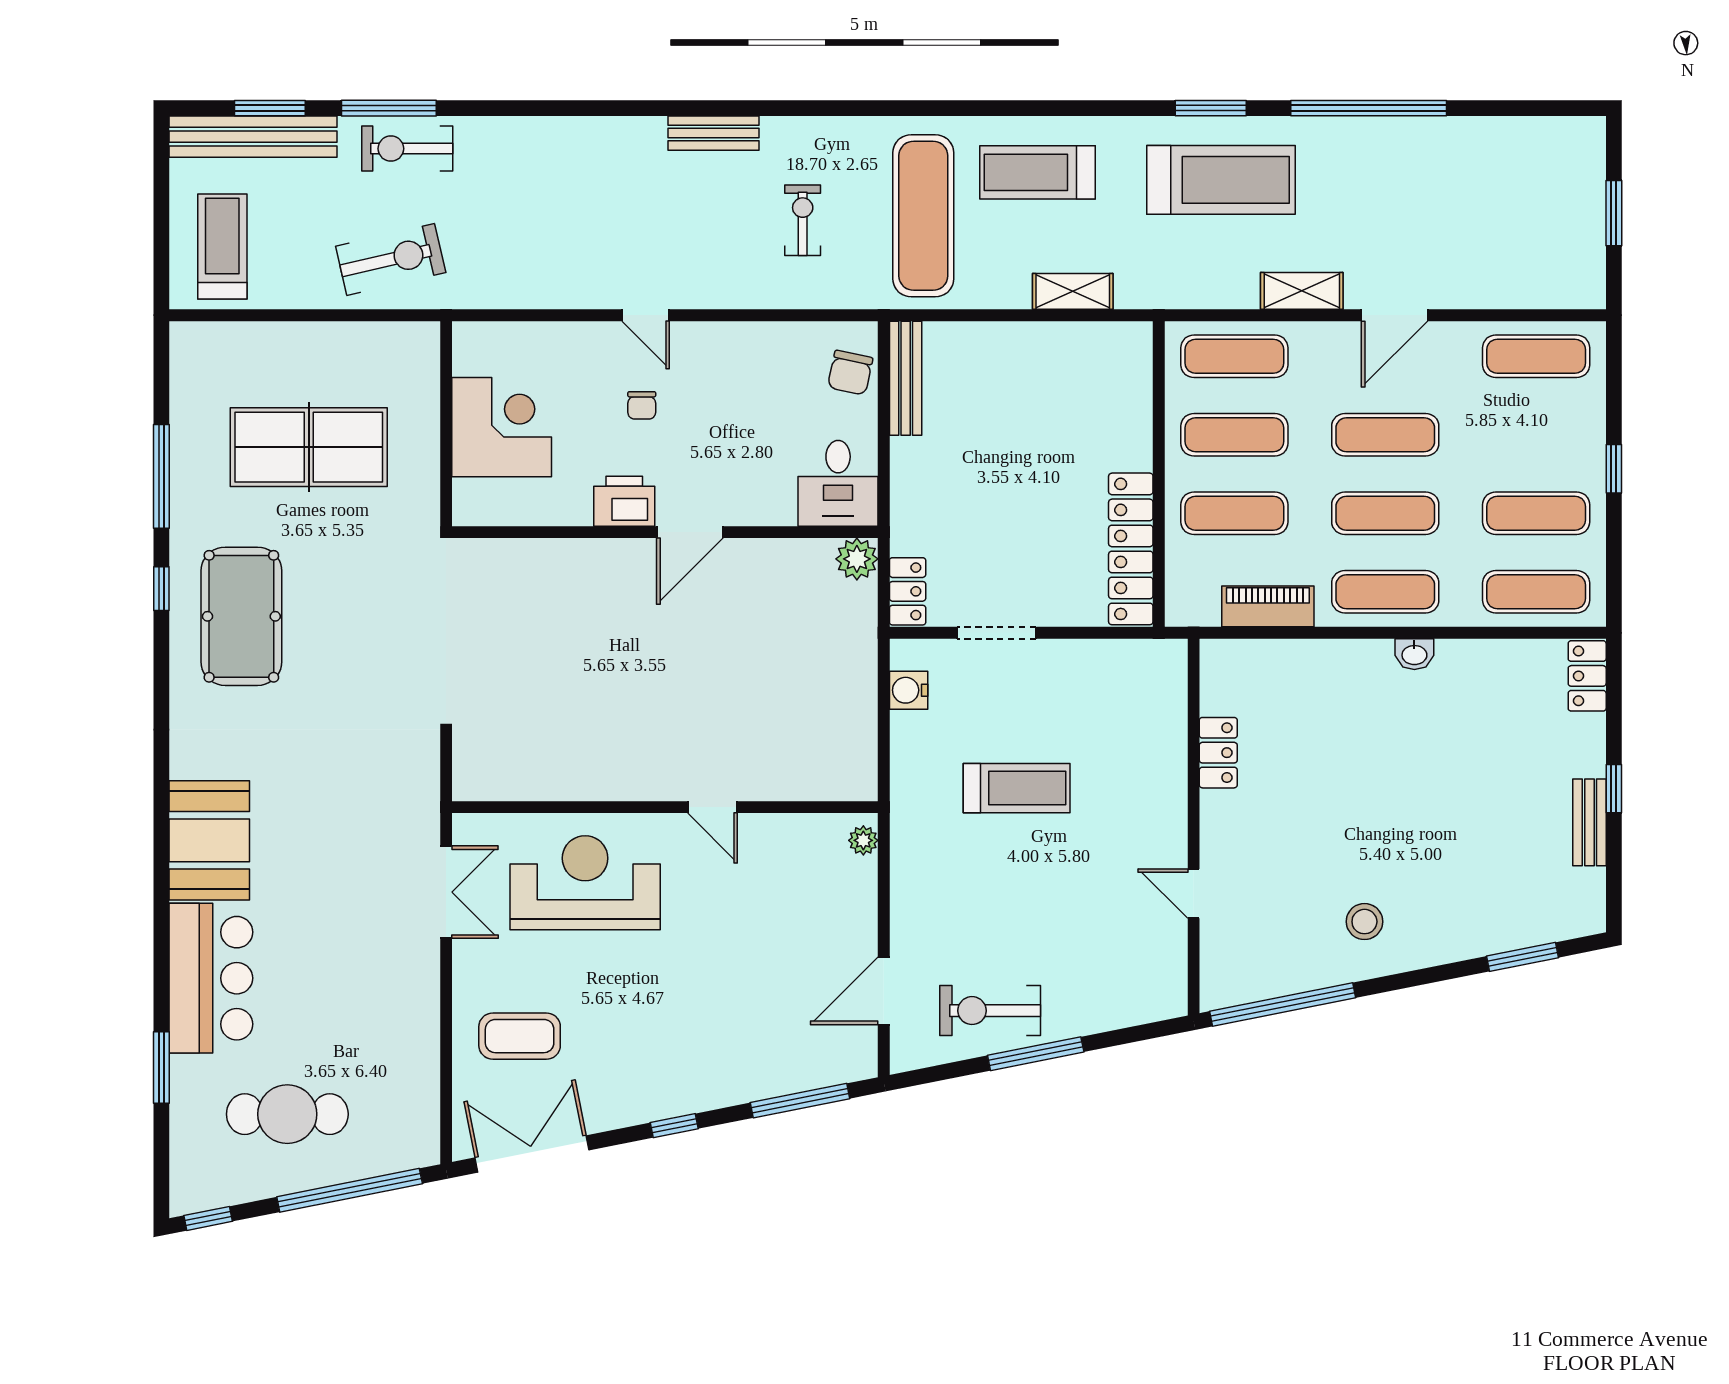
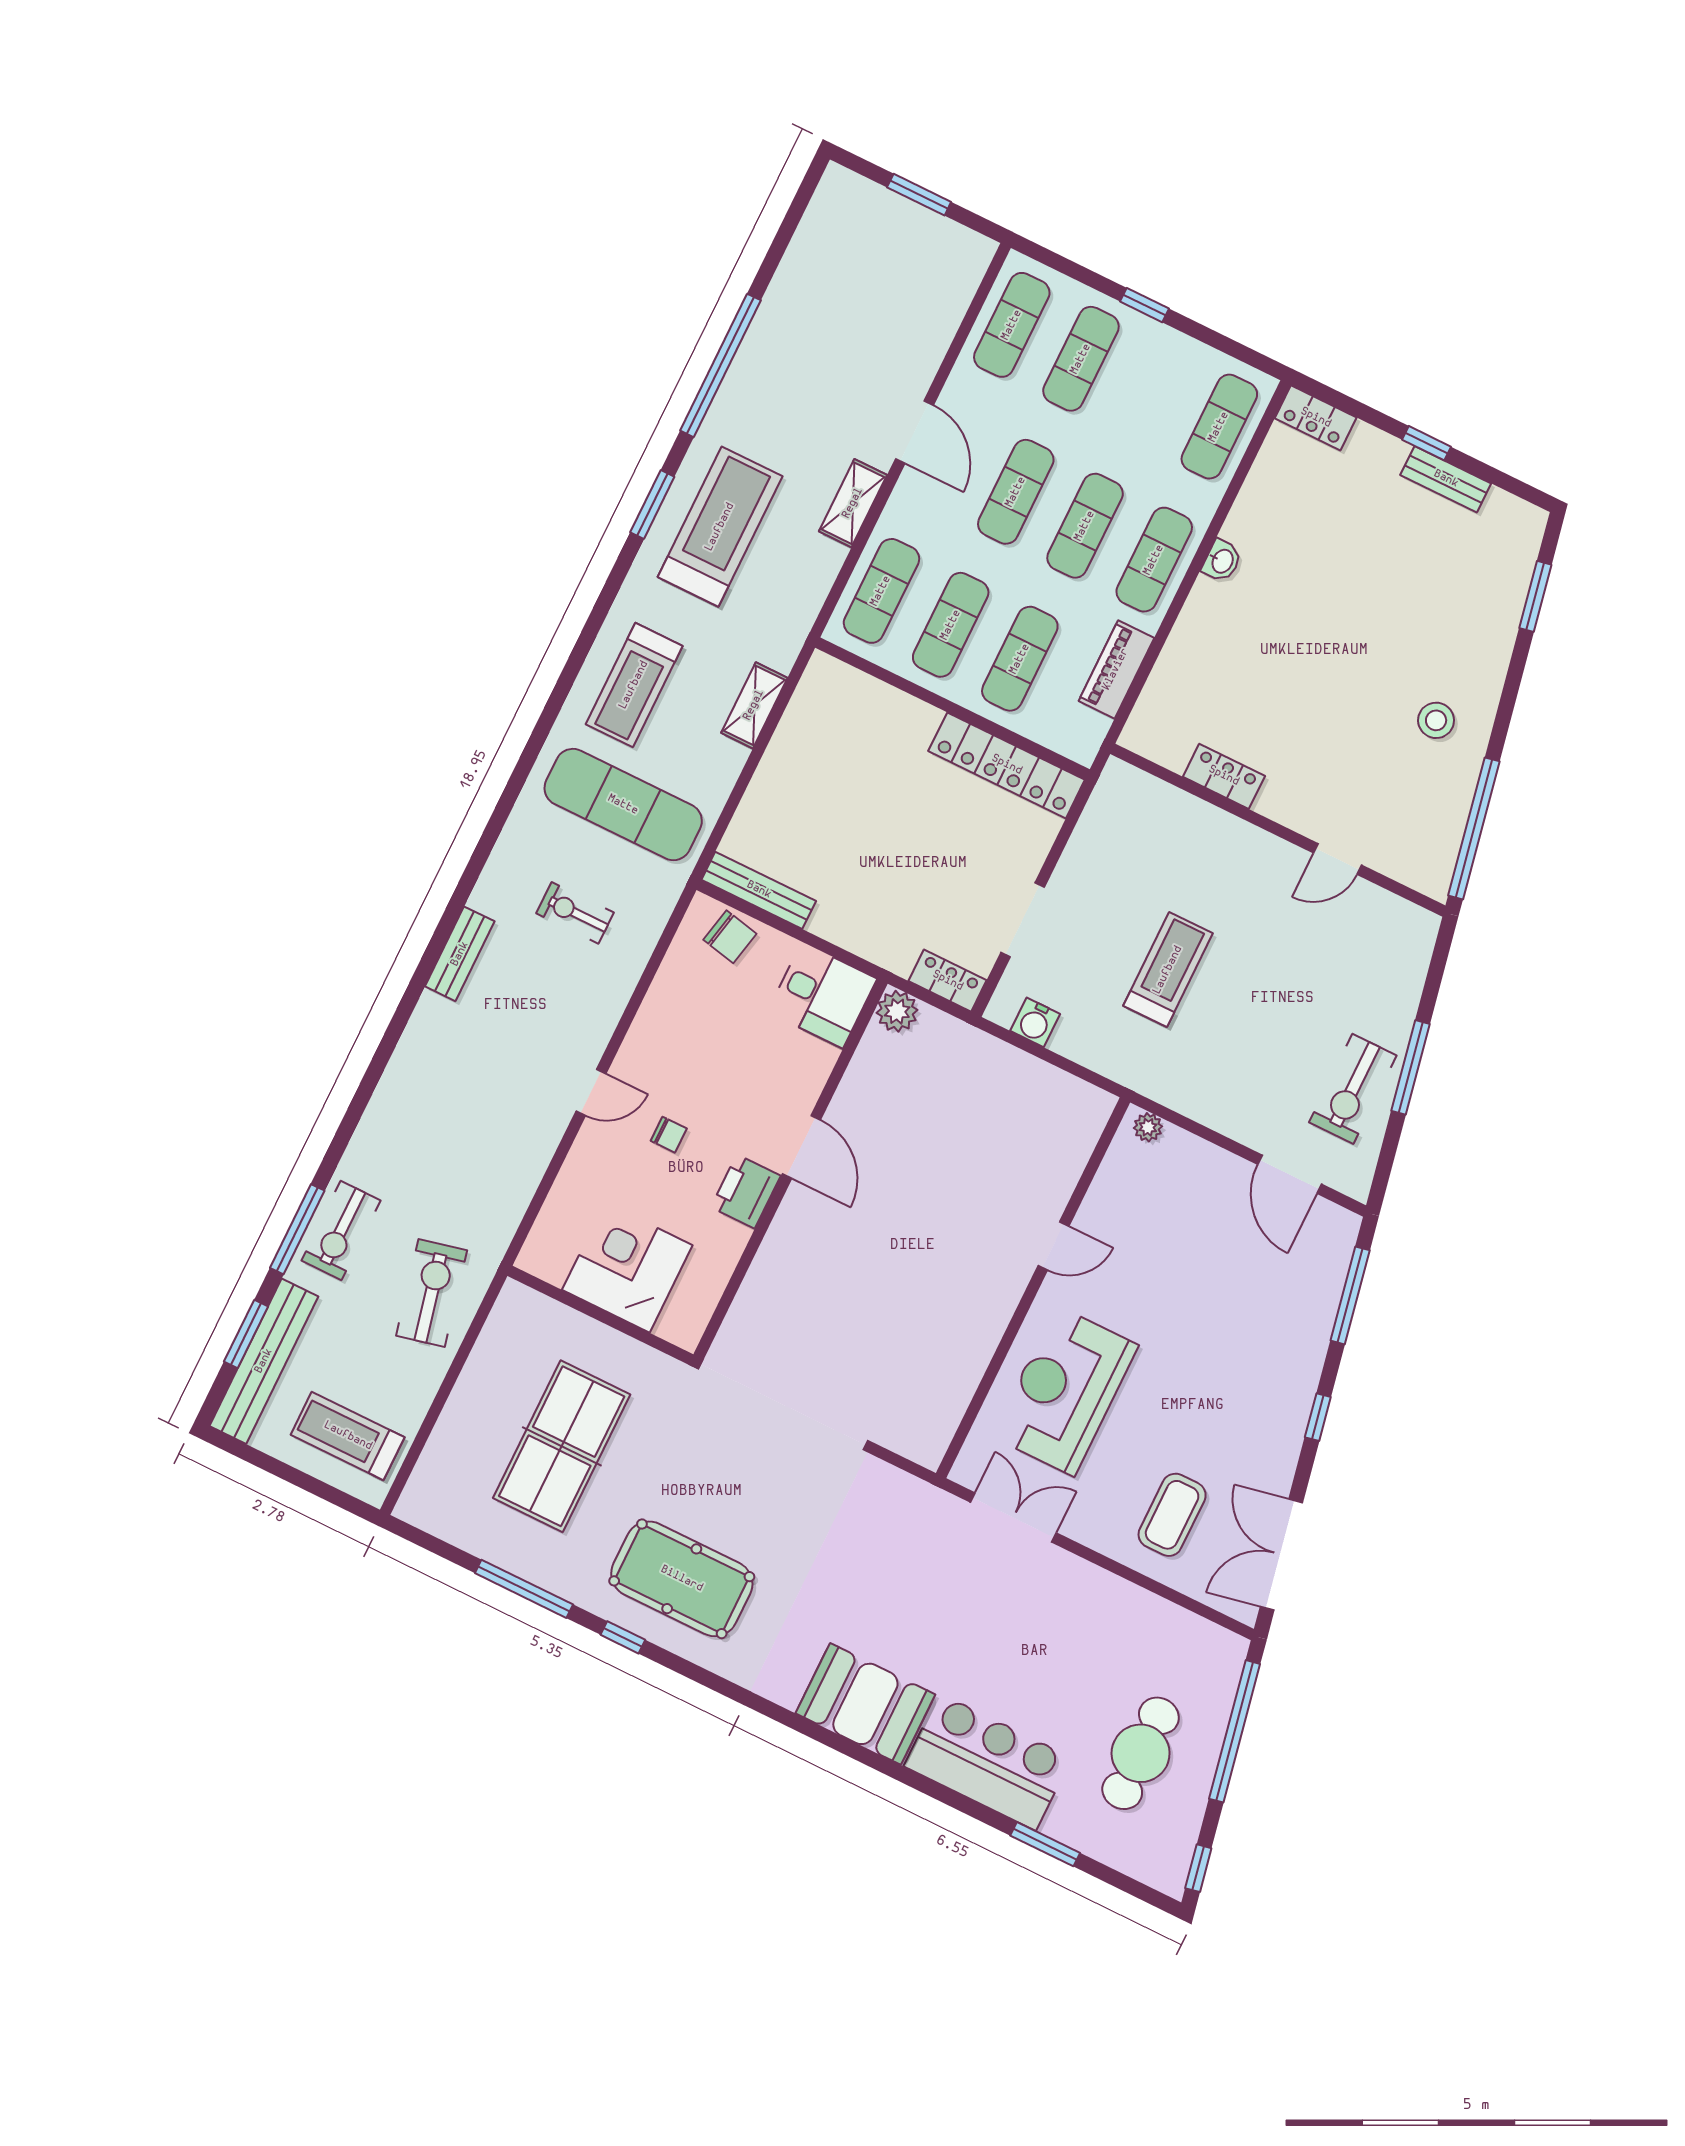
exercise mat: (1536, 513) -> (1081, 359), moved

